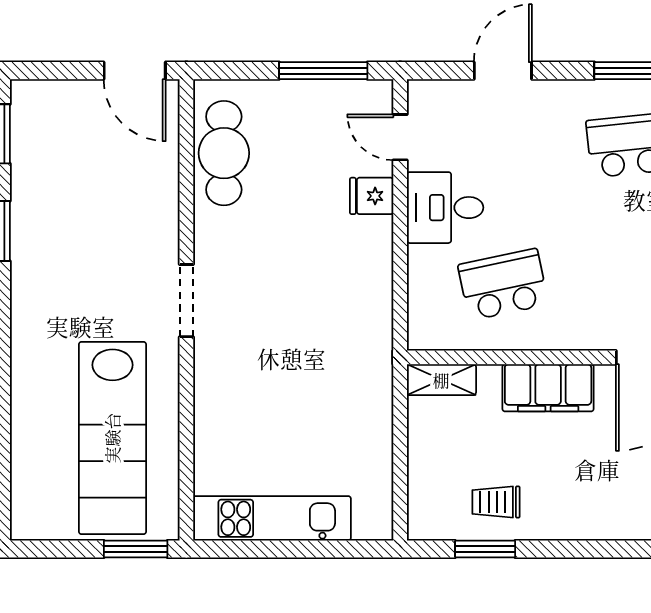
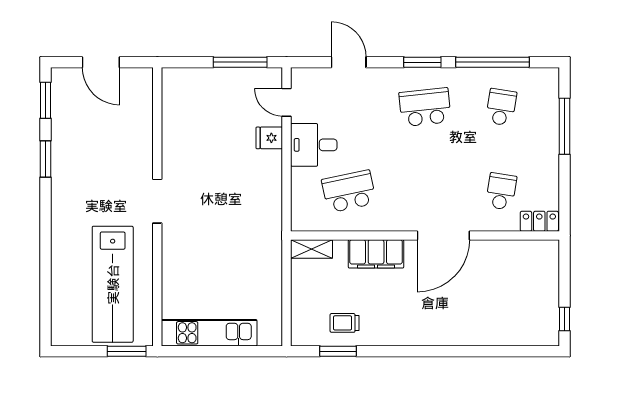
door: (135, 71) -> (101, 62), moved
door: (503, 71) -> (349, 62), hinge flipped
cafe table: (224, 153) -> (180, 112), removed

